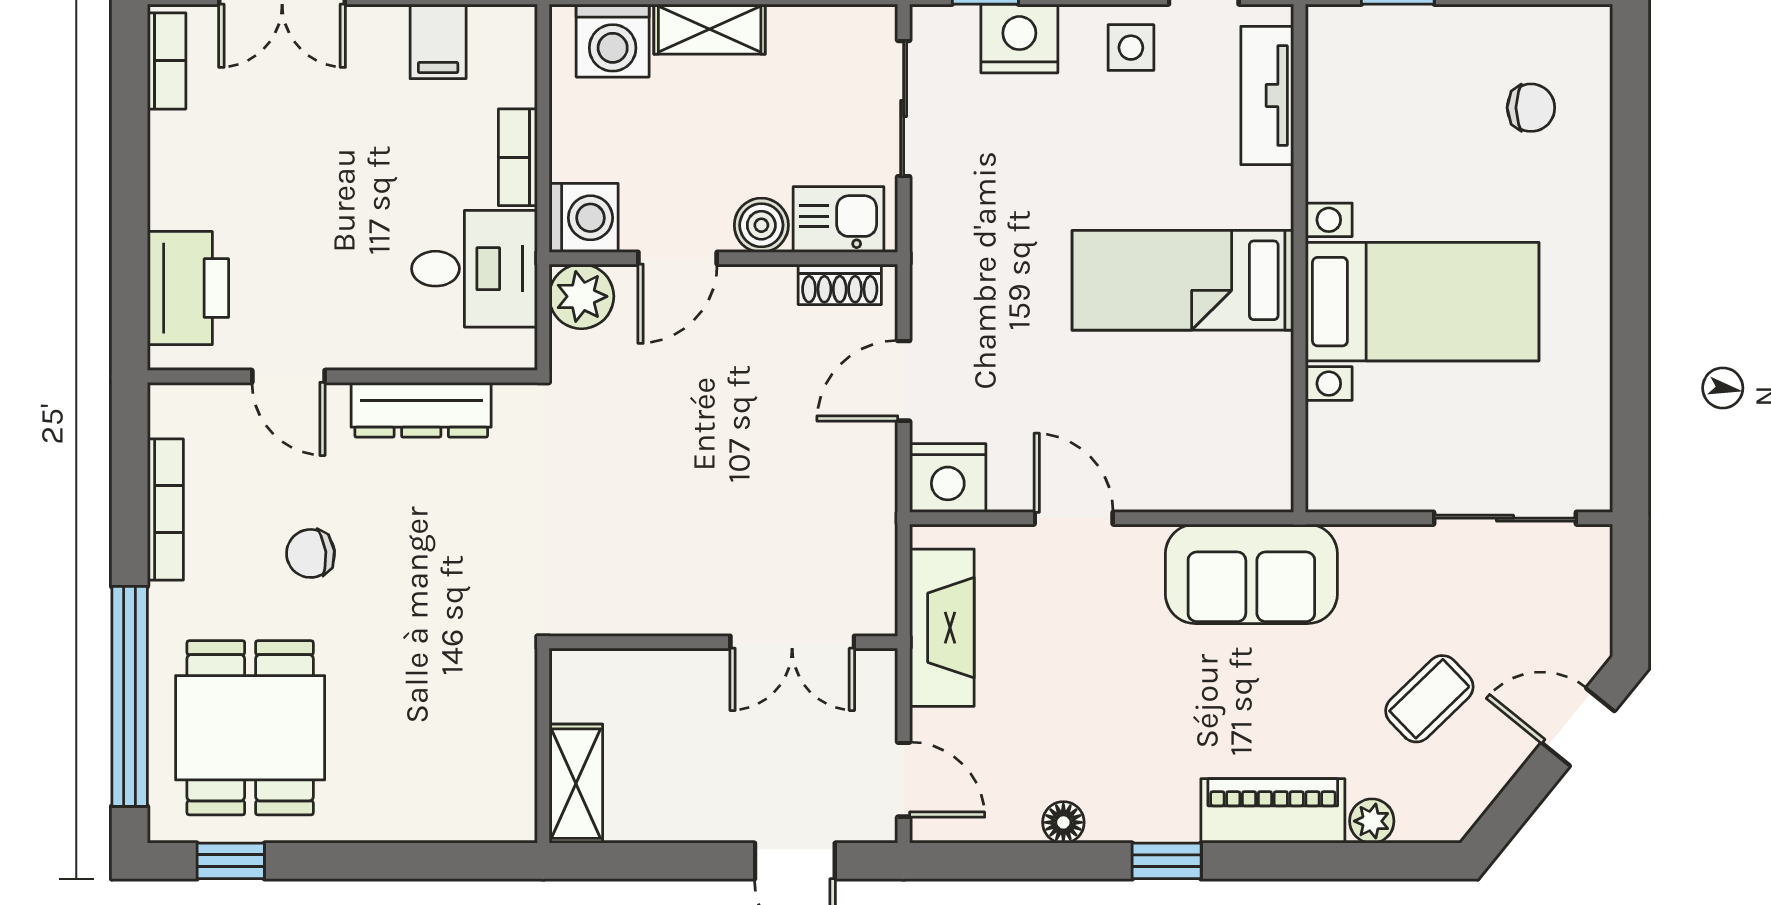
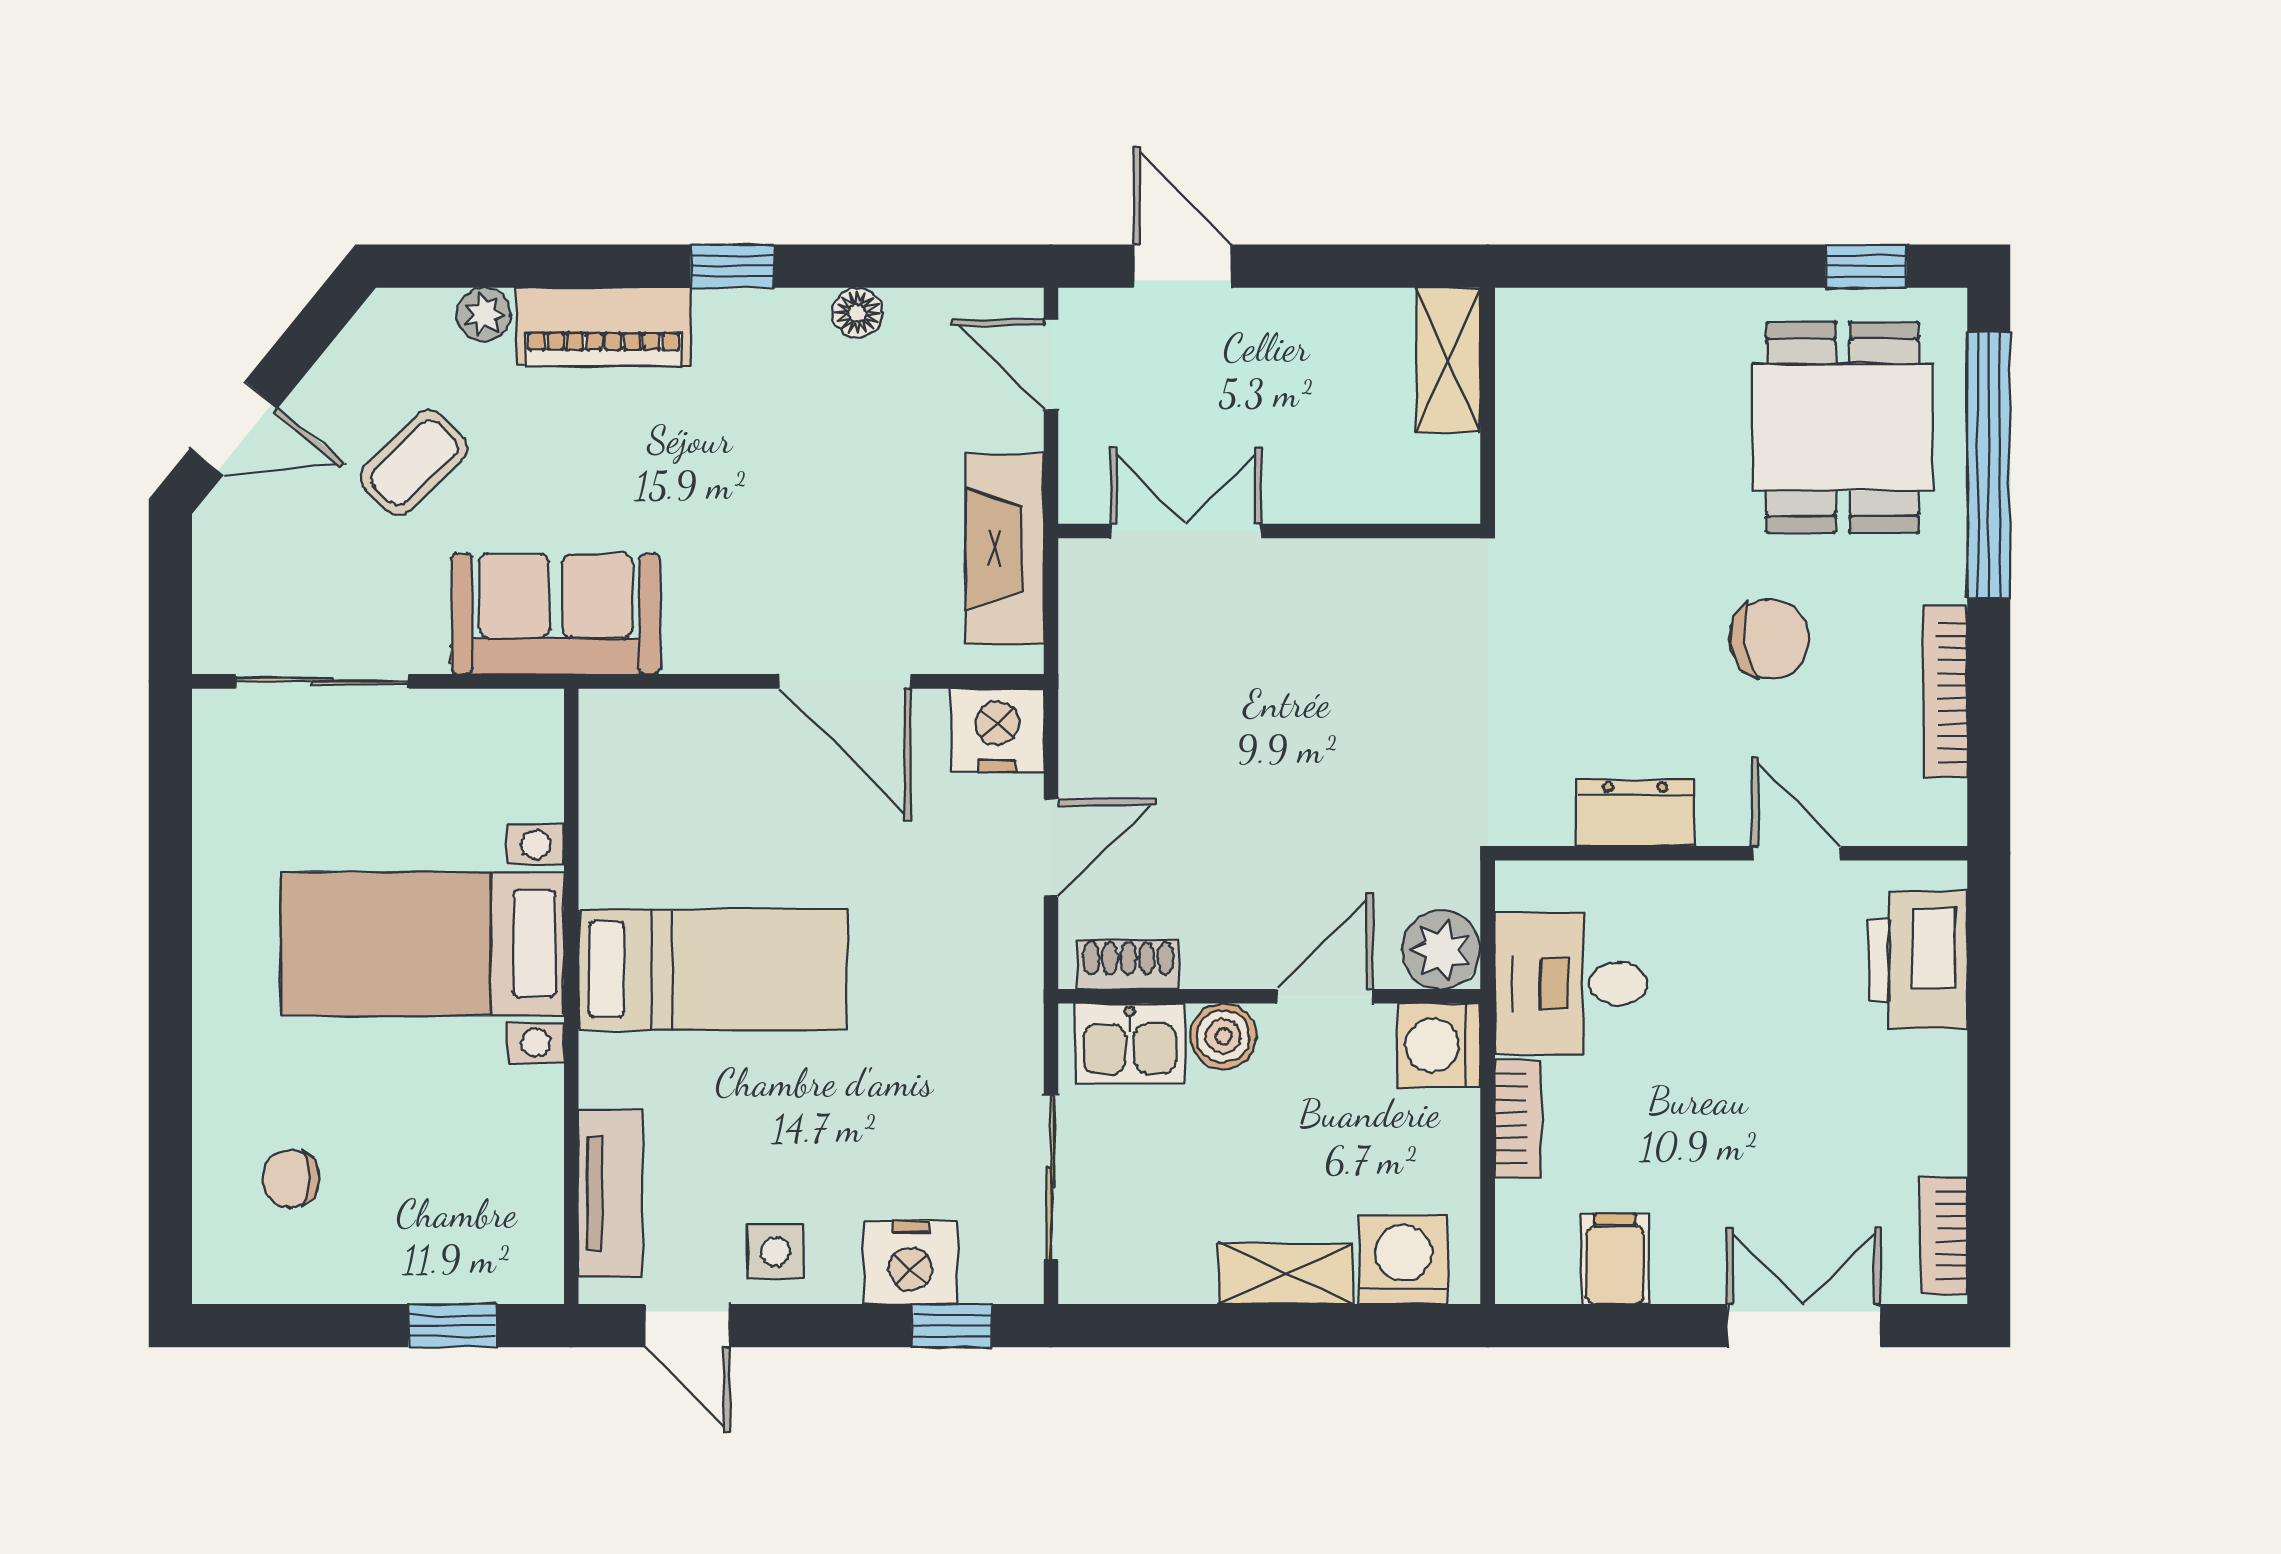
dresser: (421, 410) -> (1635, 813), width x0.70
door: (1074, 518) -> (845, 681), width x1.38
chair: (311, 553) -> (1769, 639), width x1.37, depth x1.37
sofa: (1251, 574) -> (556, 614), moved

